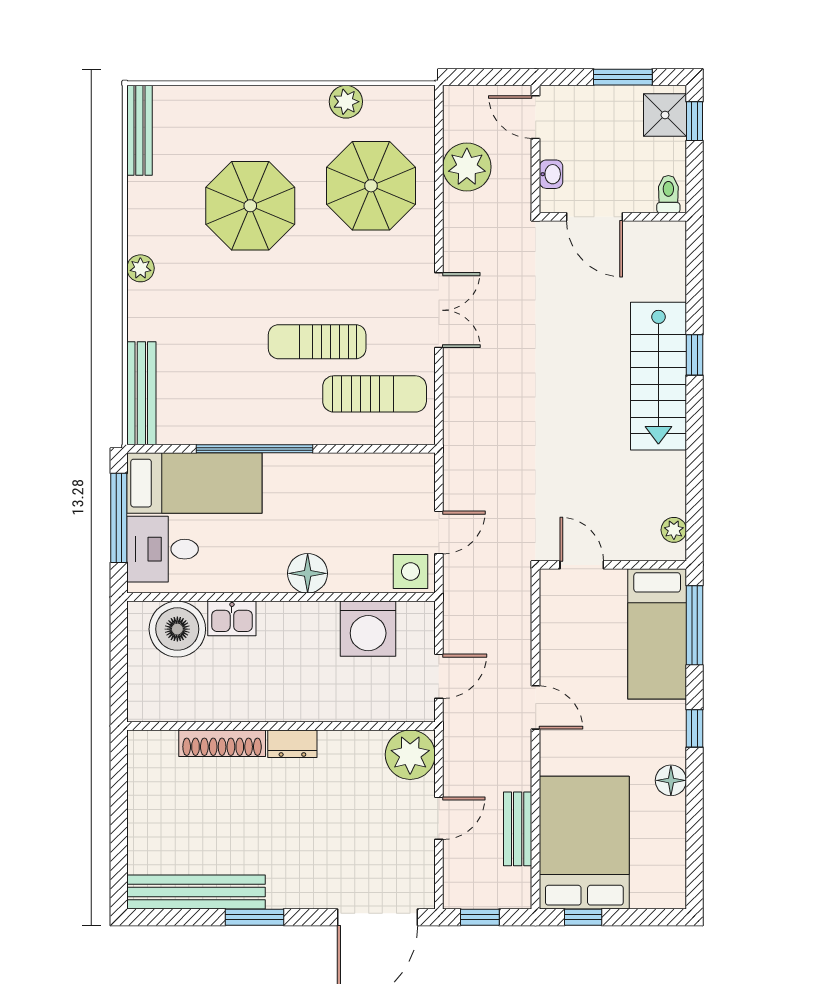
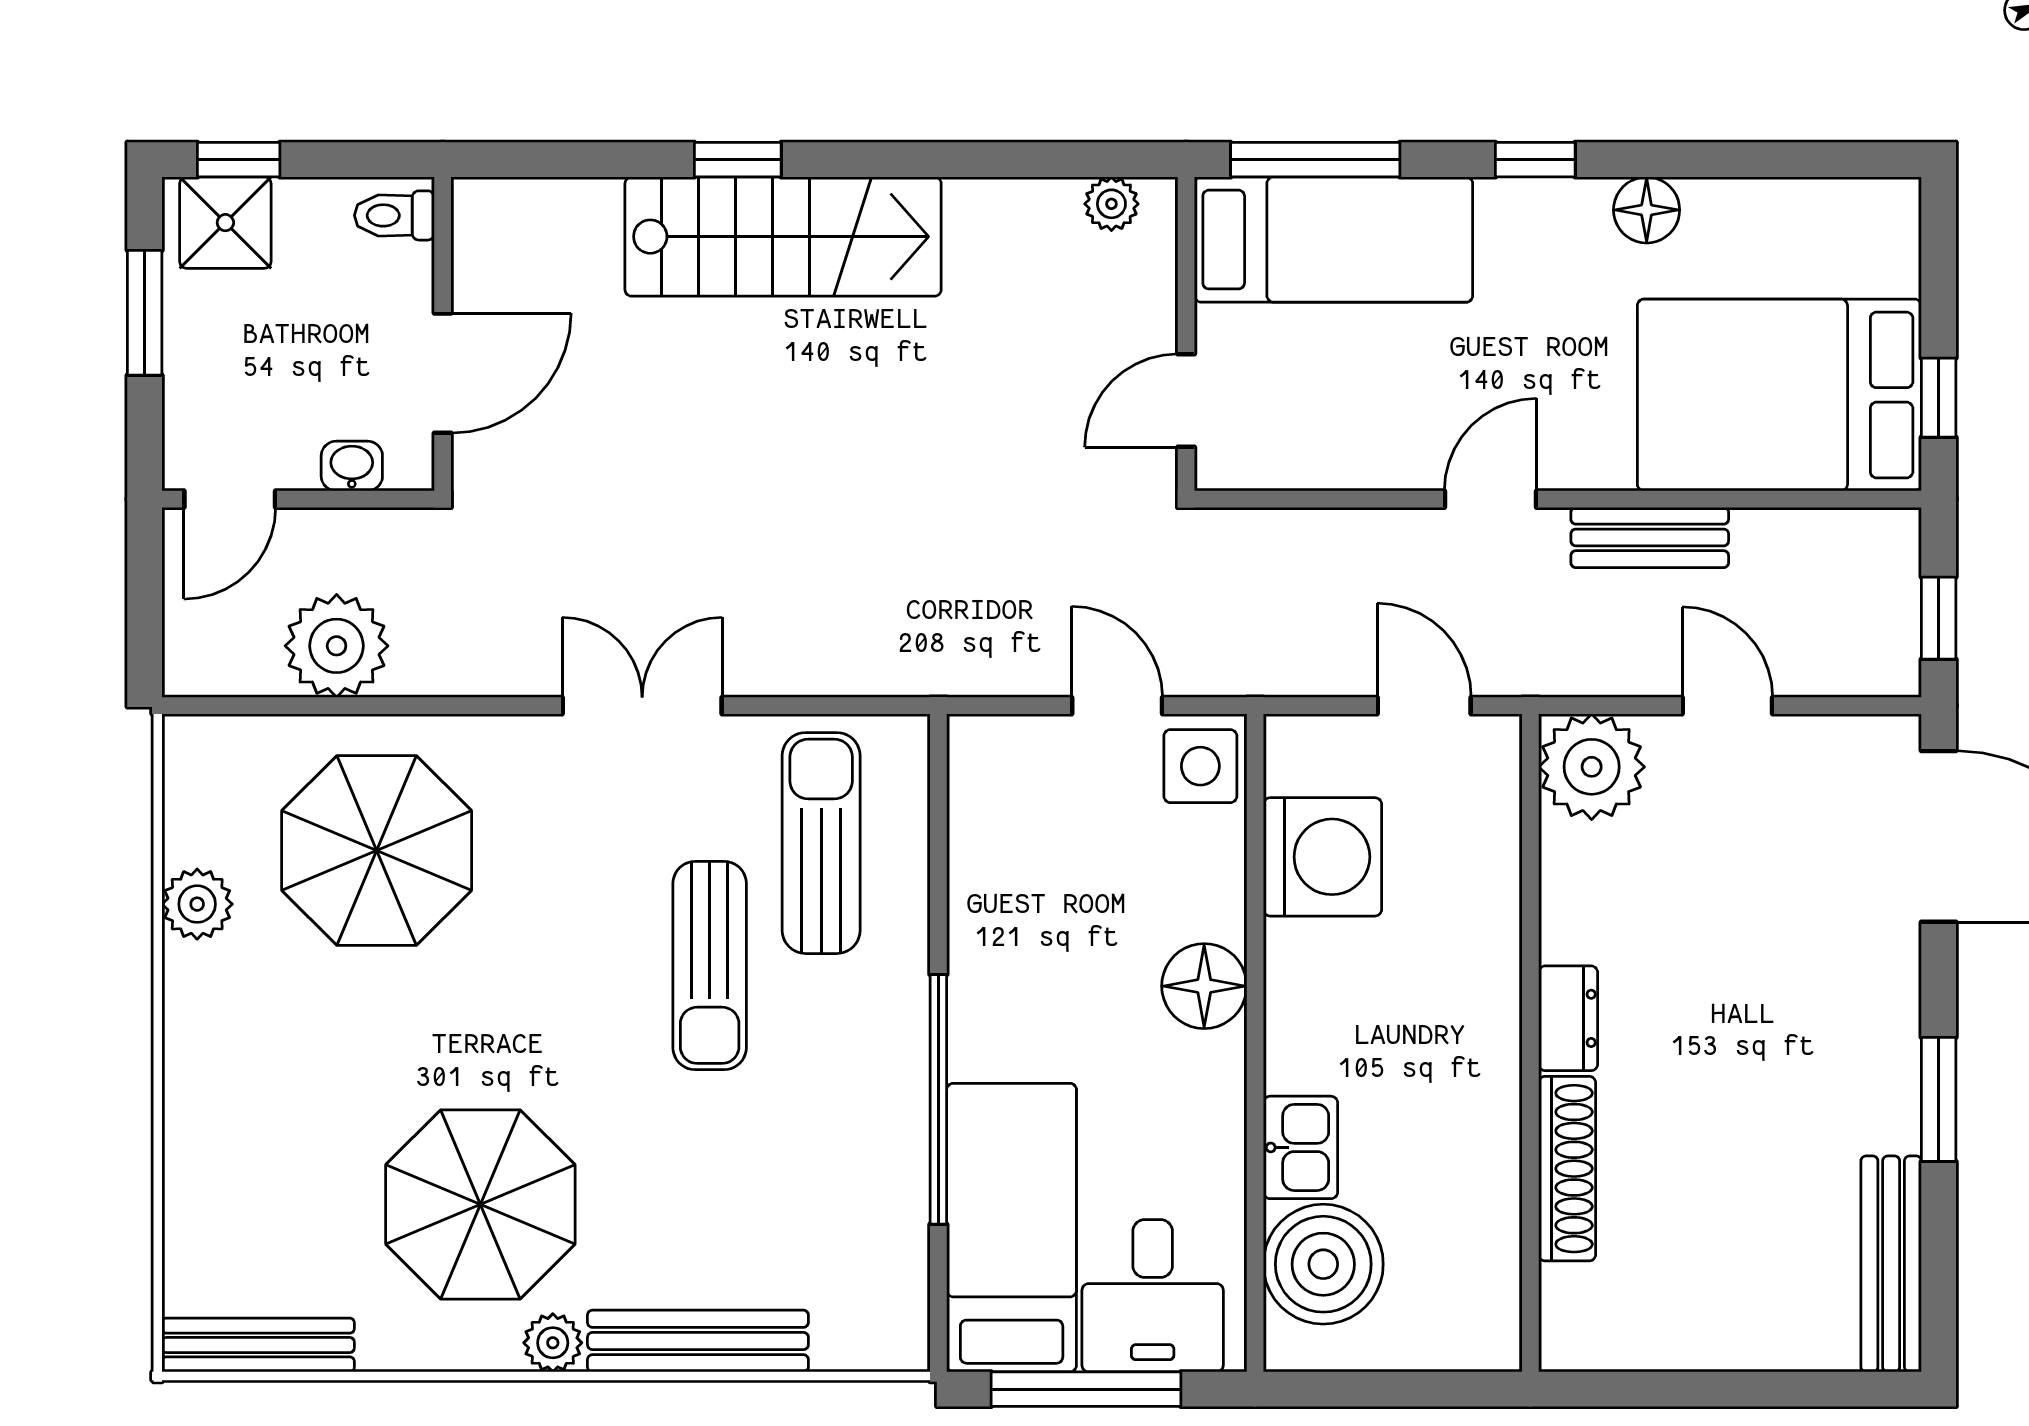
parasol: (250, 206) -> (480, 1204), moved
bench: (141, 393) -> (698, 1341), moved
bench: (518, 829) -> (1650, 537), moved
bench: (196, 892) -> (1891, 1264), width x0.73, depth x0.82

